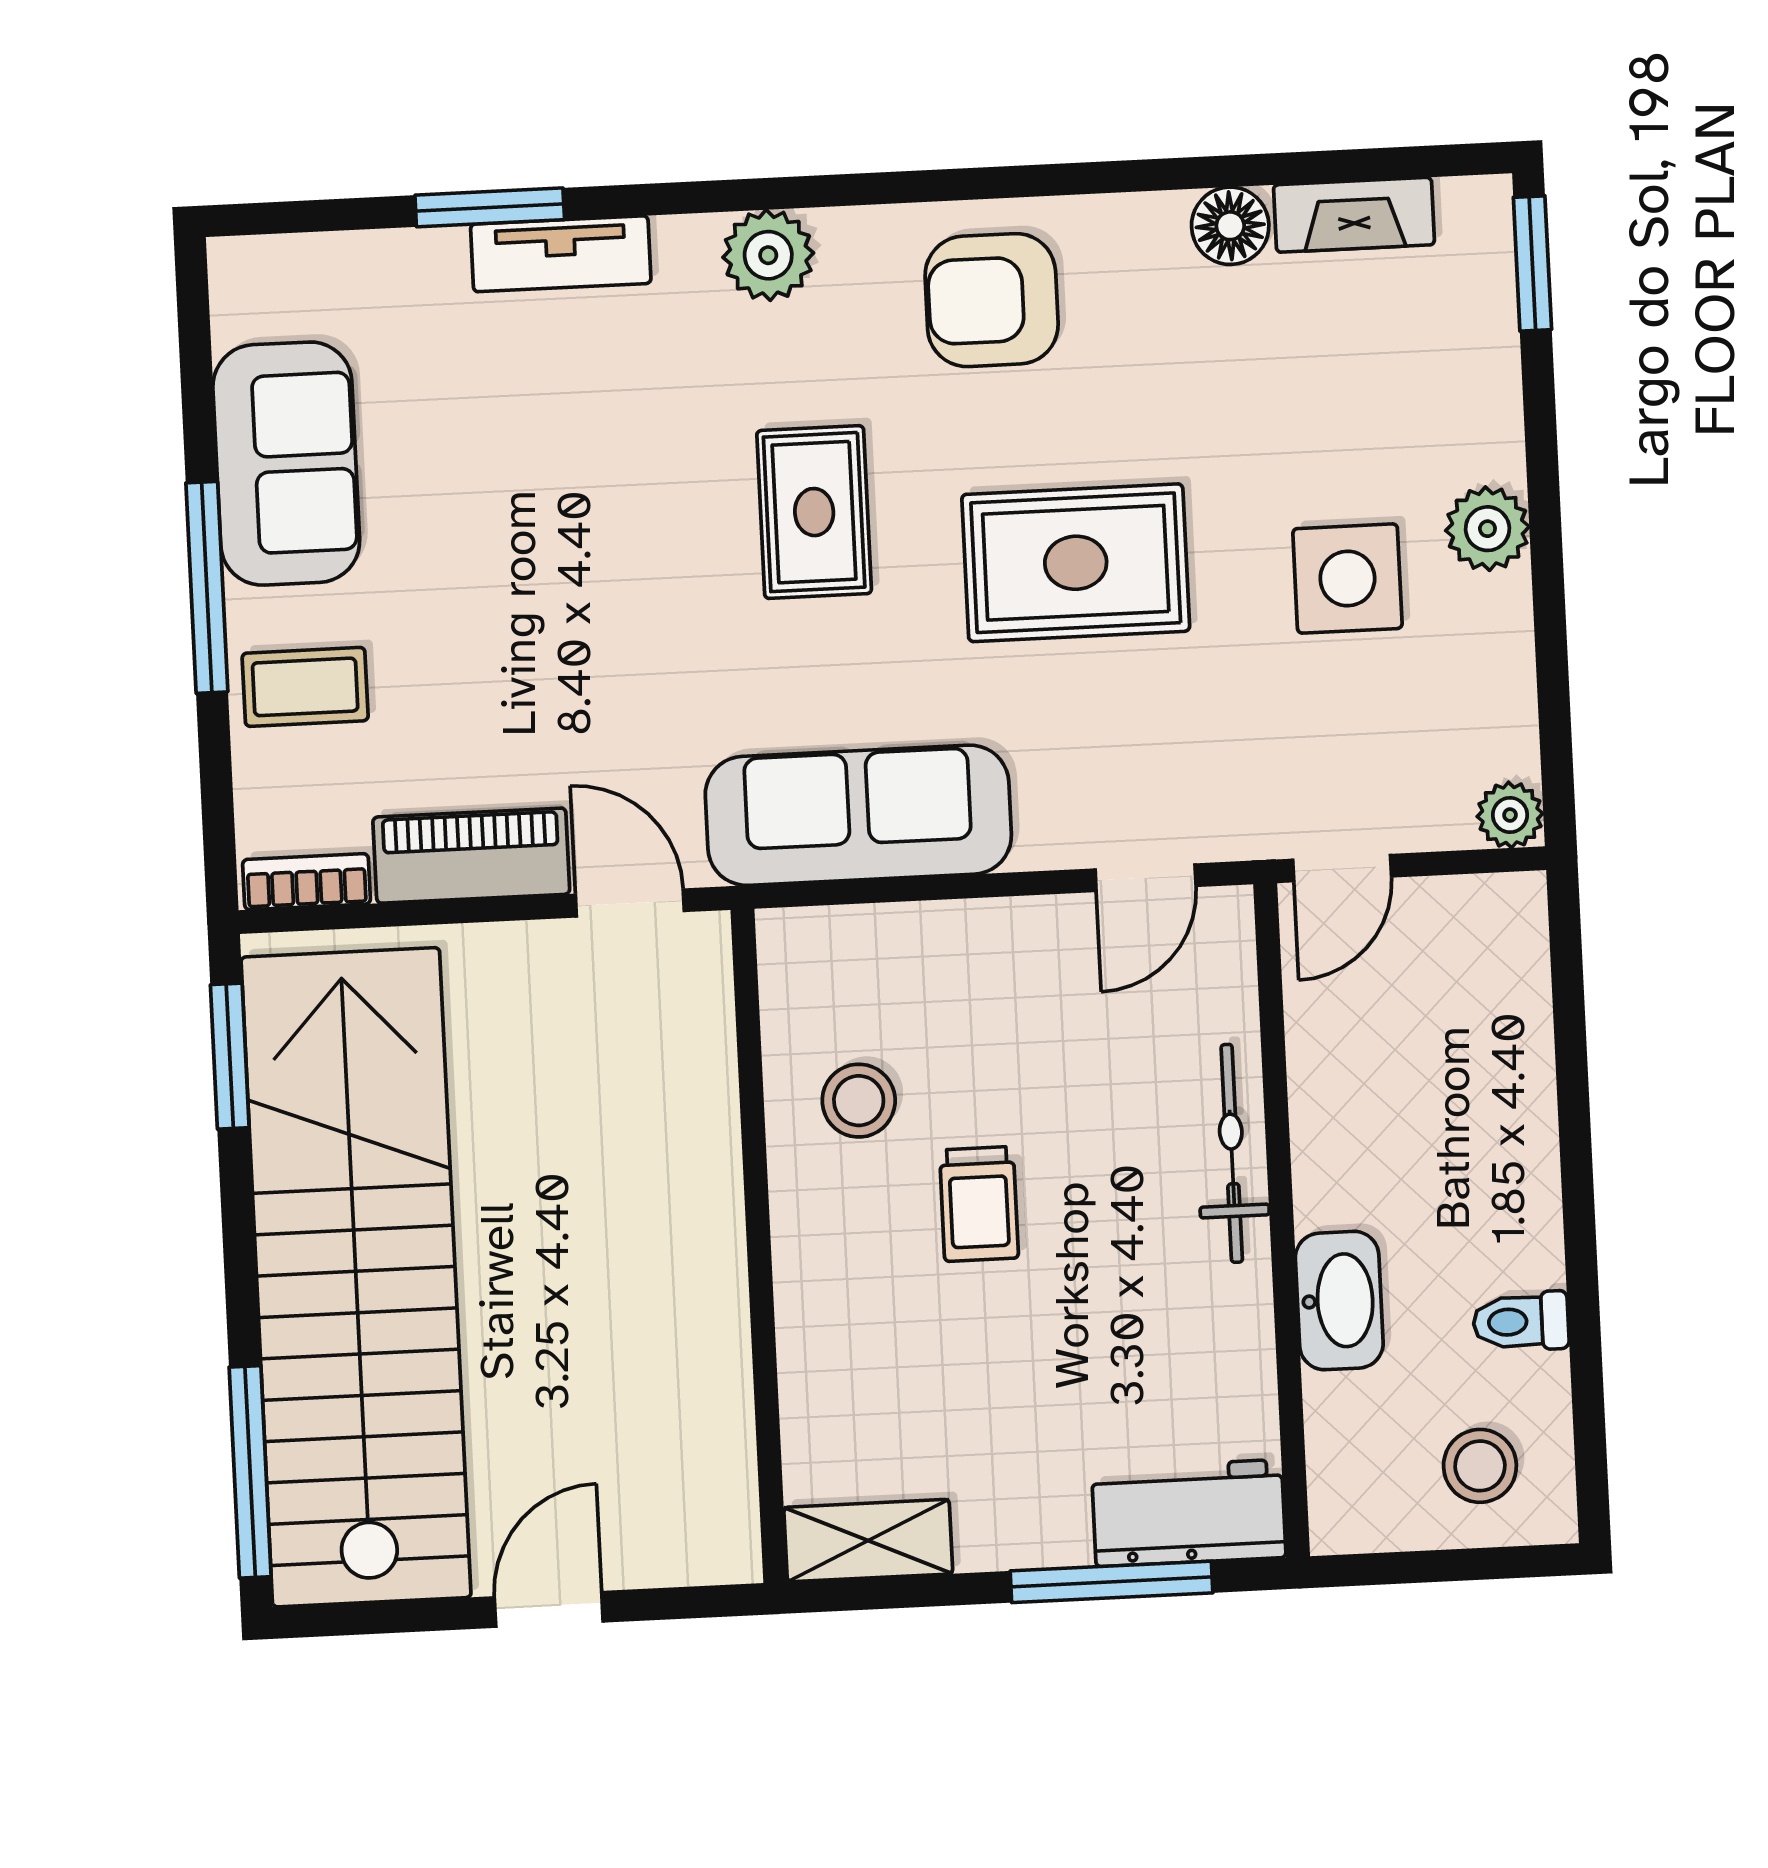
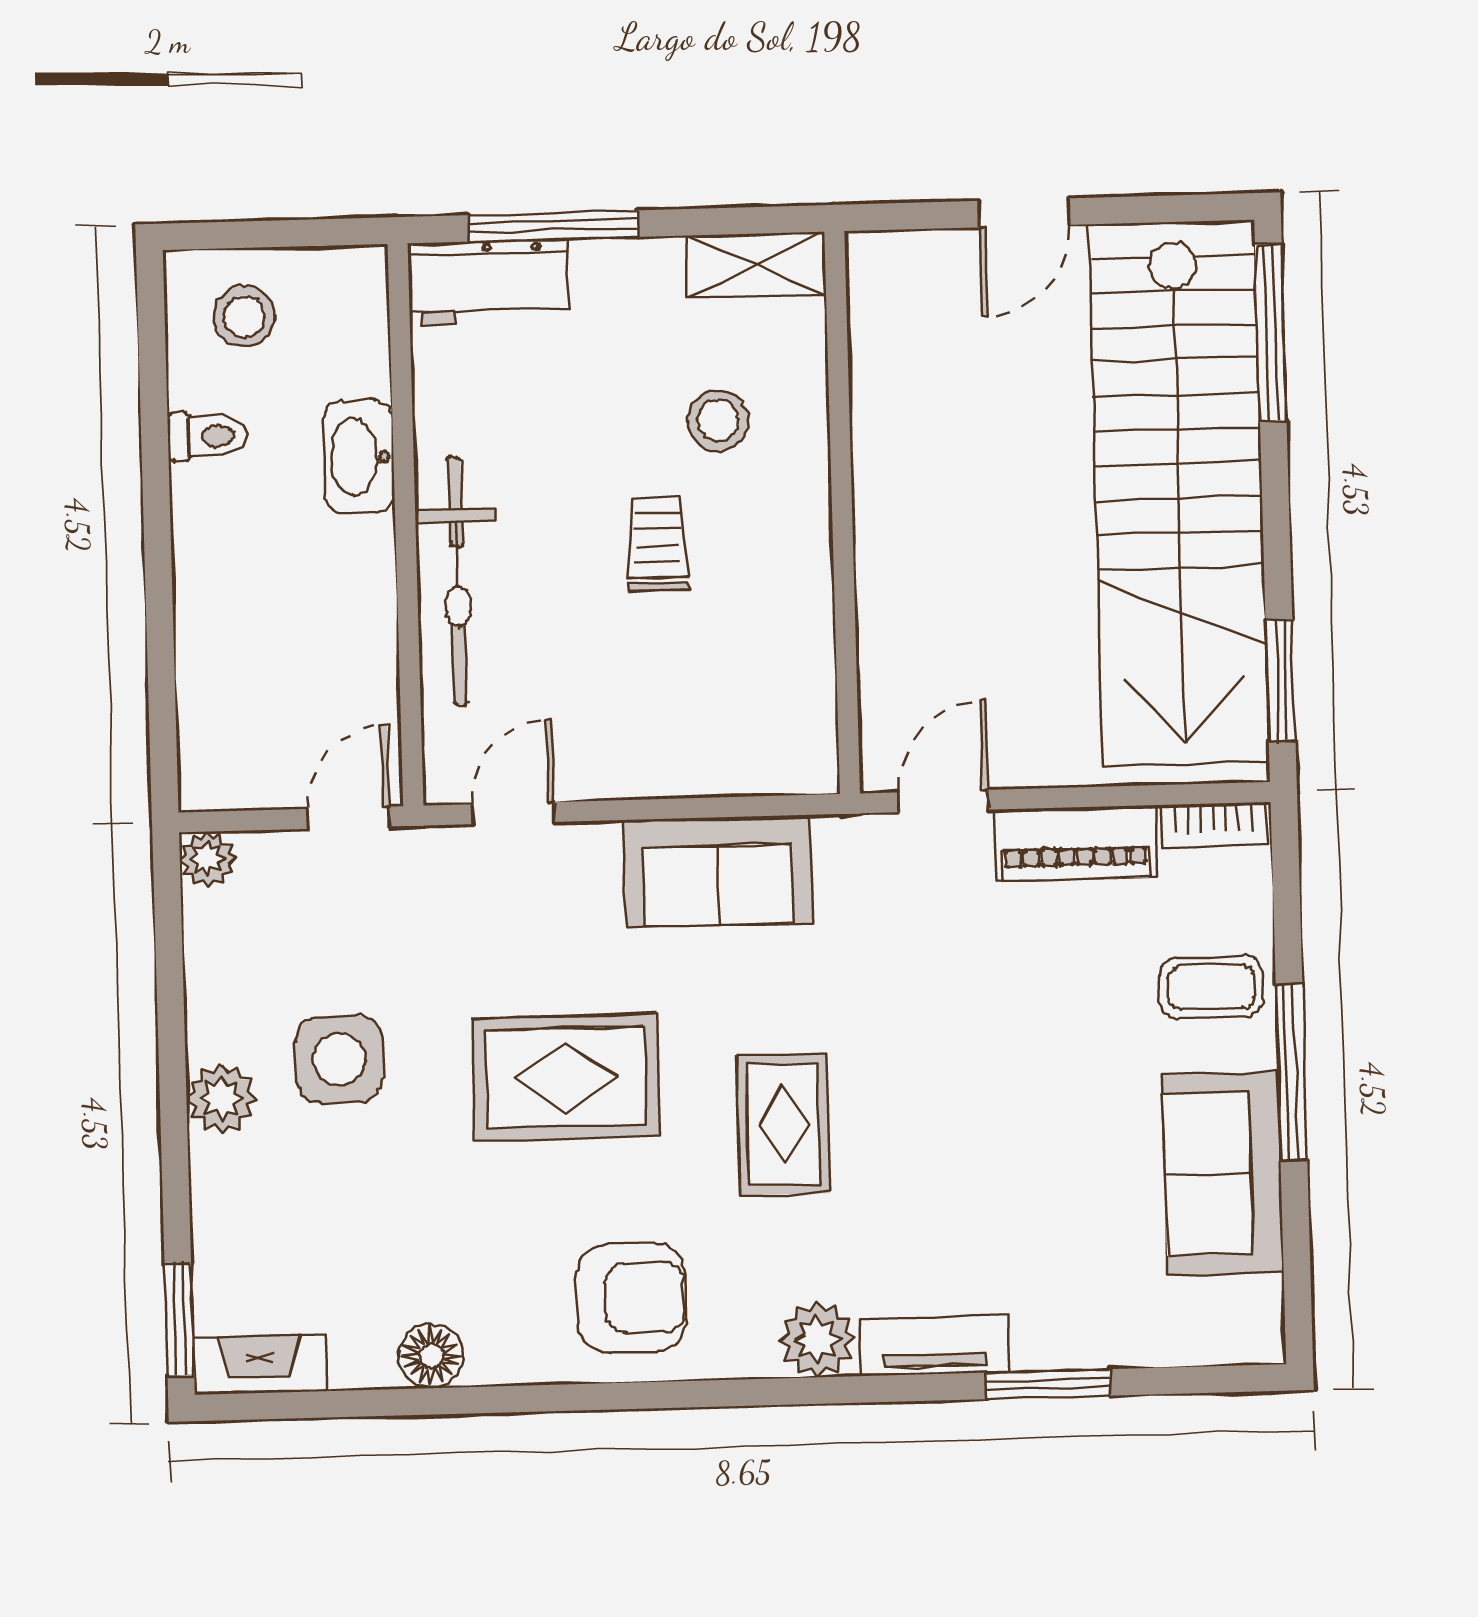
fireplace: (1354, 215) -> (260, 1365), moved
tv unit: (561, 254) -> (935, 1346), moved
sofa: (858, 815) -> (718, 871), width x0.73
door: (630, 903) -> (944, 801), swing flipped
stool: (859, 1101) -> (718, 420), moved
bicycle: (1232, 1153) -> (457, 581), width x1.37, depth x1.40

